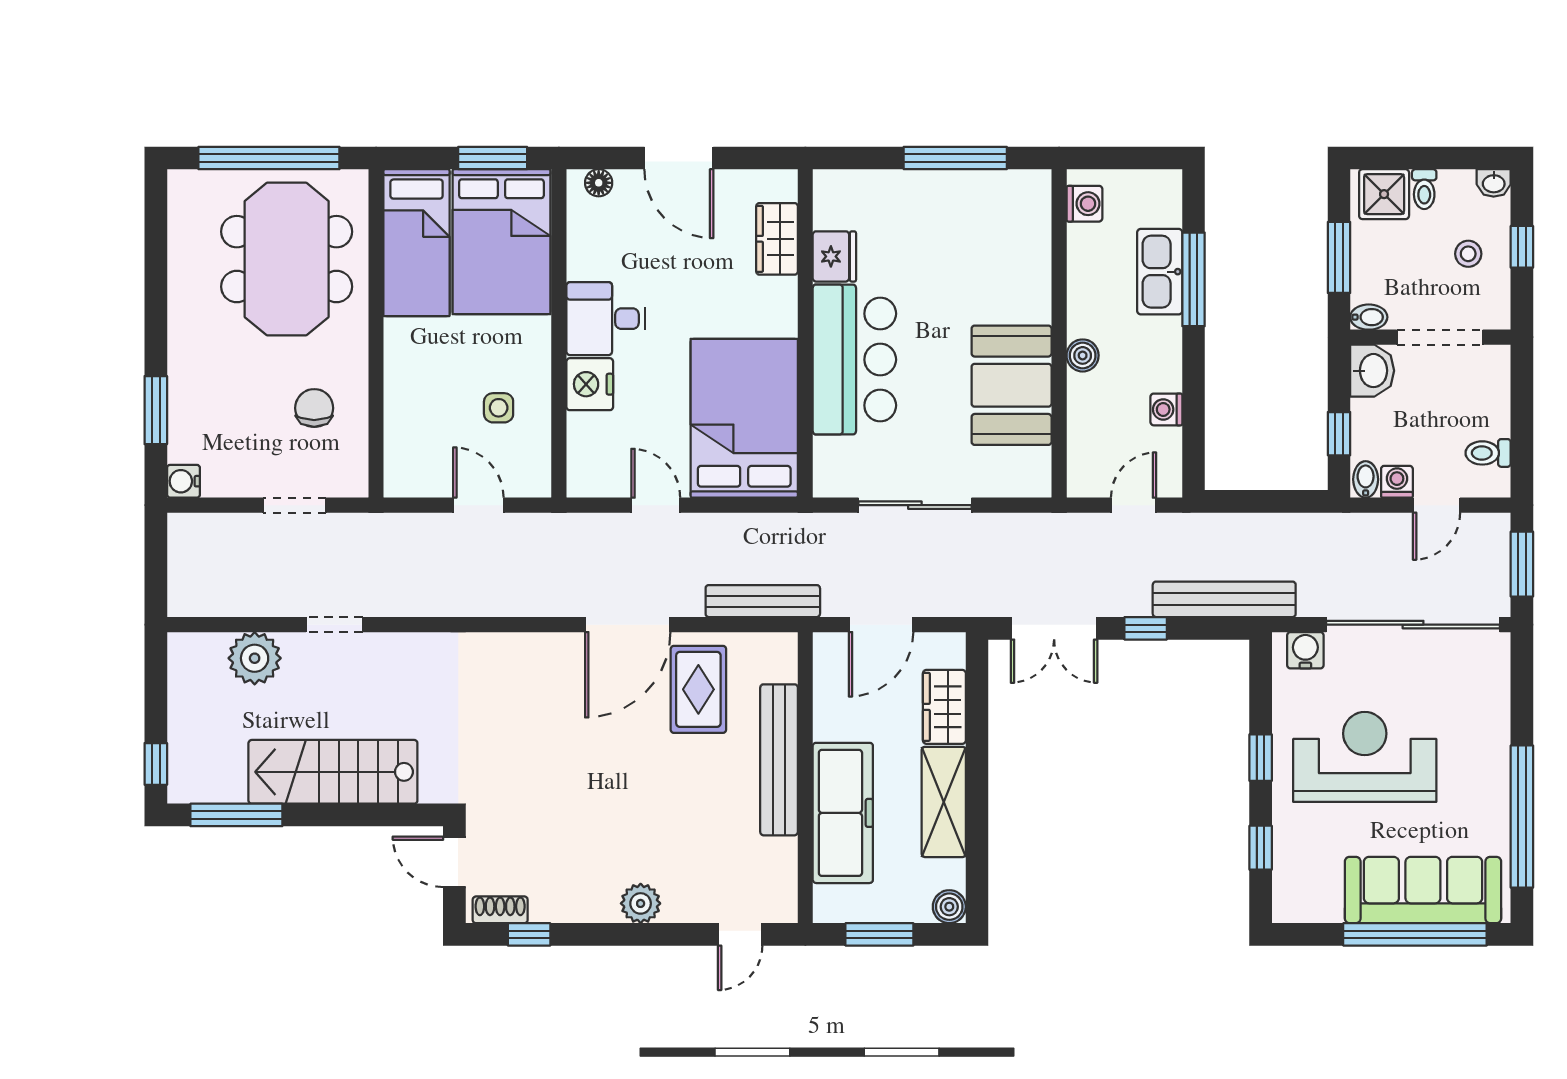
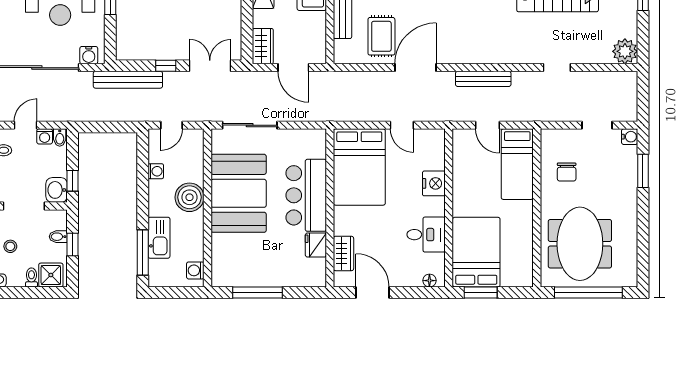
door: (679, 158) -> (372, 292), moved
bed: (417, 243) -> (517, 164), moved, turned 180
window: (1339, 257) -> (73, 245), width x0.67
window: (1193, 279) -> (143, 252), moved
bidet: (1369, 317) -> (58, 237), moved
desk: (606, 319) -> (426, 235), moved
boiler: (1083, 355) -> (189, 197), width x1.86, depth x1.86
booth: (1012, 385) -> (239, 193), width x1.36, depth x1.42
side table: (499, 408) -> (478, 172), removed
window: (1339, 434) -> (73, 181), moved
doorway: (295, 505) -> (597, 125), moved
sliding door: (915, 505) -> (250, 125), moved
bench: (763, 601) -> (483, 79), moved
door: (881, 625) -> (293, 68), swing flipped
plant: (255, 658) -> (625, 51), moved
wardrobe: (944, 707) -> (263, 46), moved

